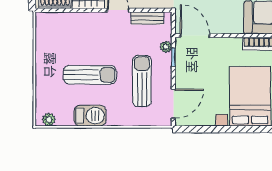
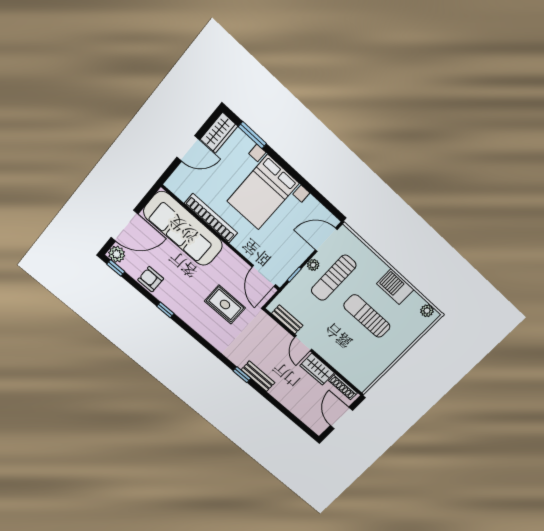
plant: (166, 47) -> (313, 265), moved

